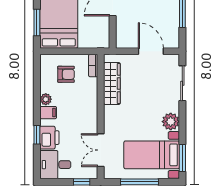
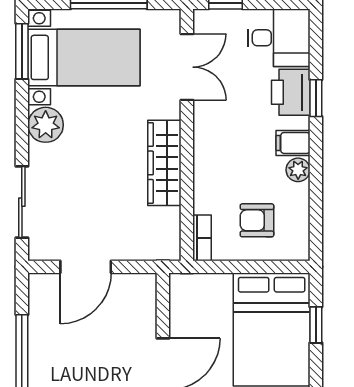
window: (37, 22) -> (316, 325), width x0.67
door: (151, 51) -> (86, 267), hinge flipped
wardrobe: (112, 84) -> (164, 163), moved

